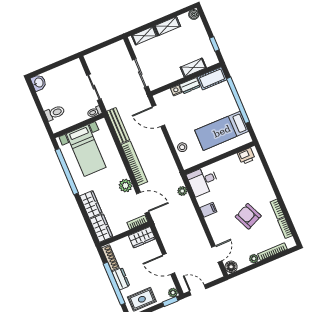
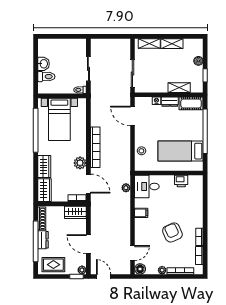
boiler: (194, 14) -> (198, 61), moved
washbasin: (39, 83) -> (43, 64), moved
bench: (118, 126) -> (95, 110), removed
printer: (246, 156) -> (181, 181), moved

